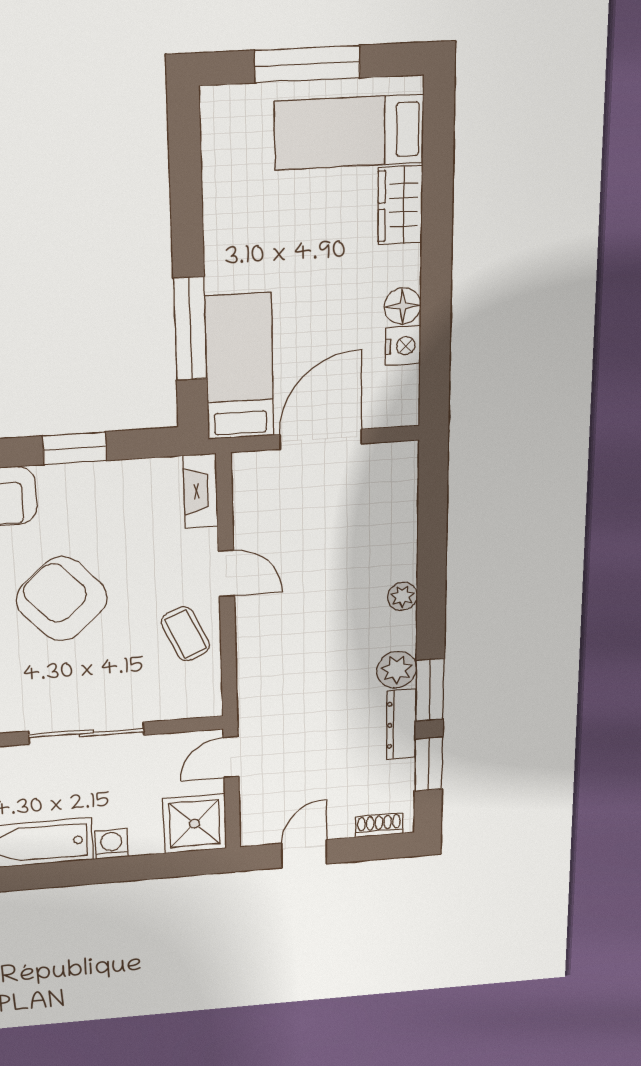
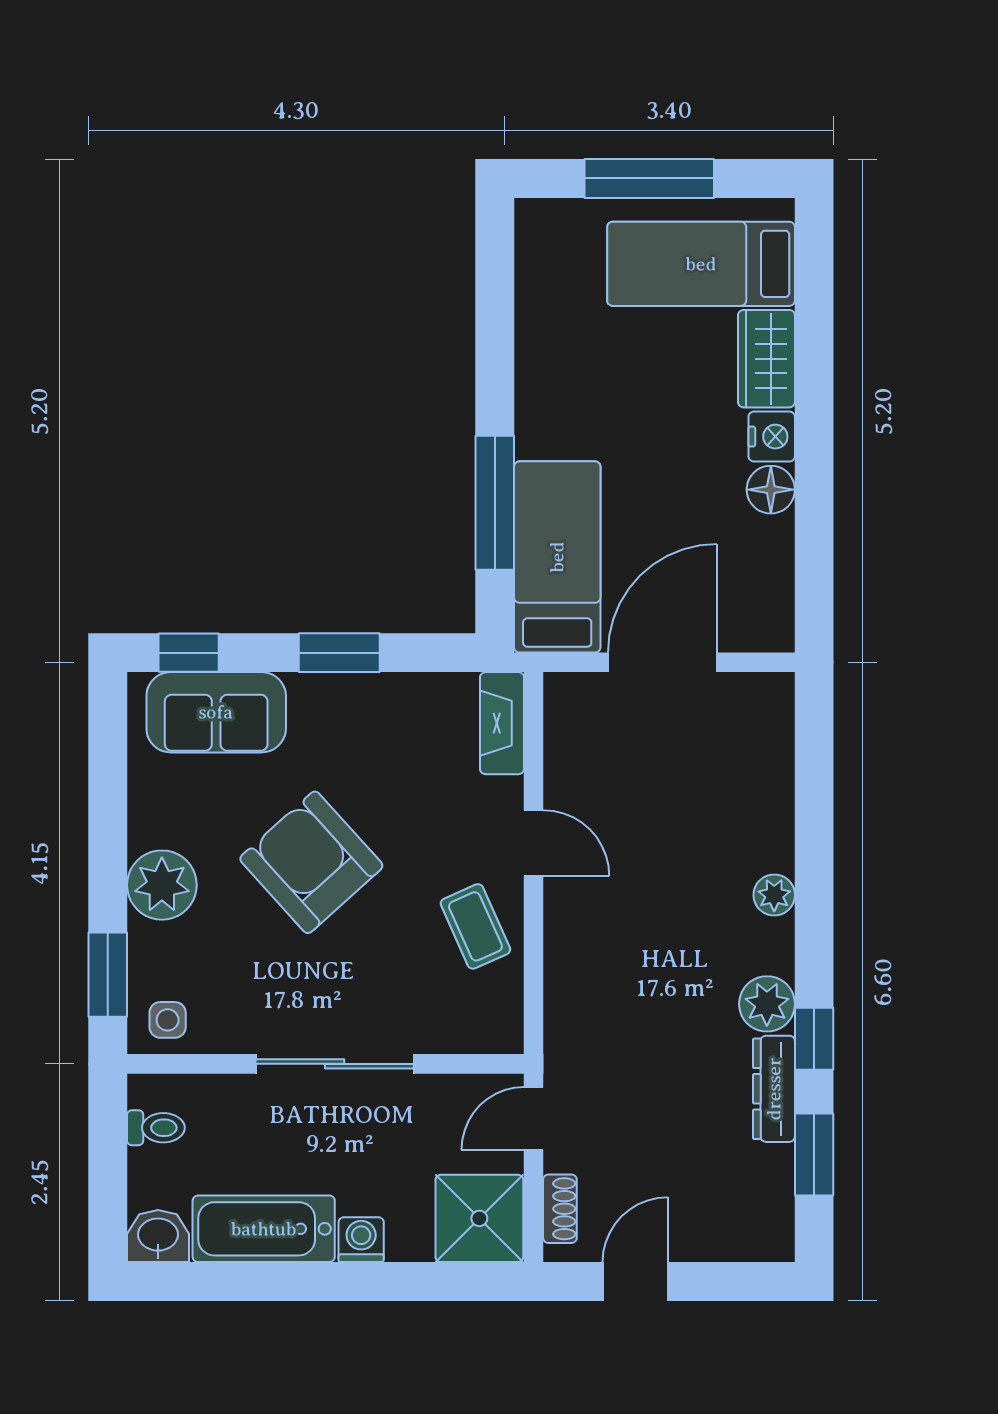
nightstand: (403, 346) -> (772, 437), moved
window: (430, 690) -> (814, 1039), width x0.67
shoe rack: (379, 825) -> (560, 1209), moved, turned 90

